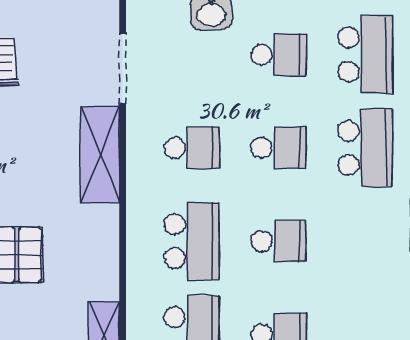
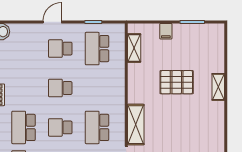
school desk: (192, 148) -> (97, 127), width x1.85
school desk: (192, 241) -> (97, 88), removed

